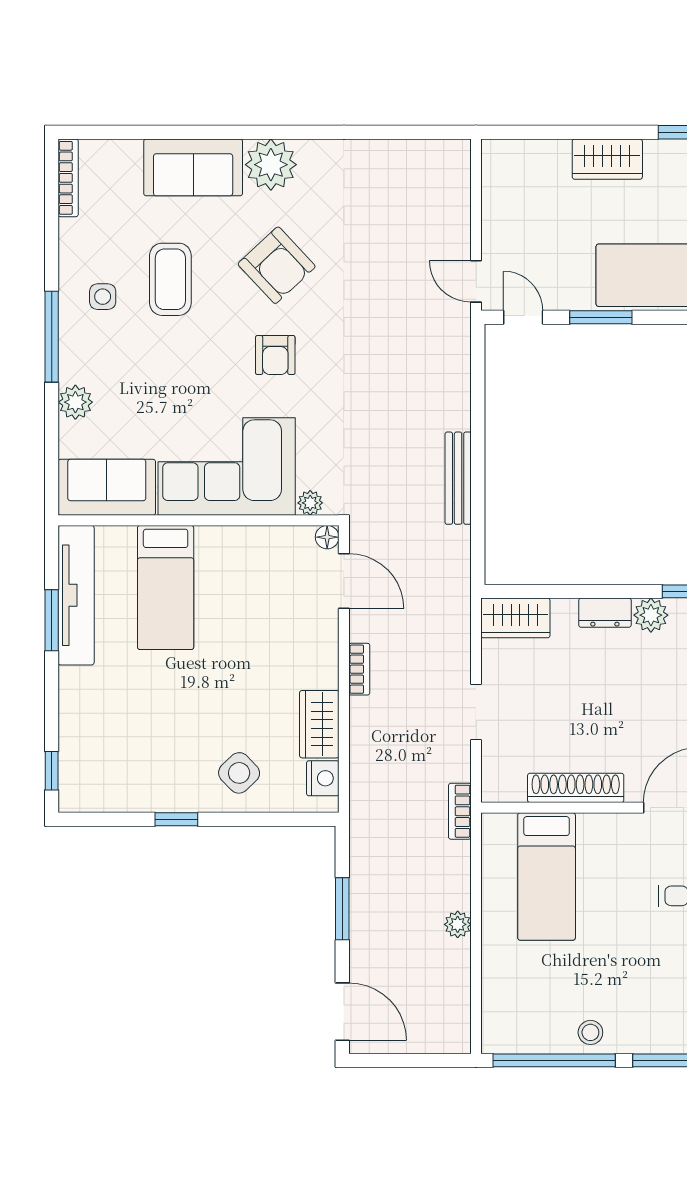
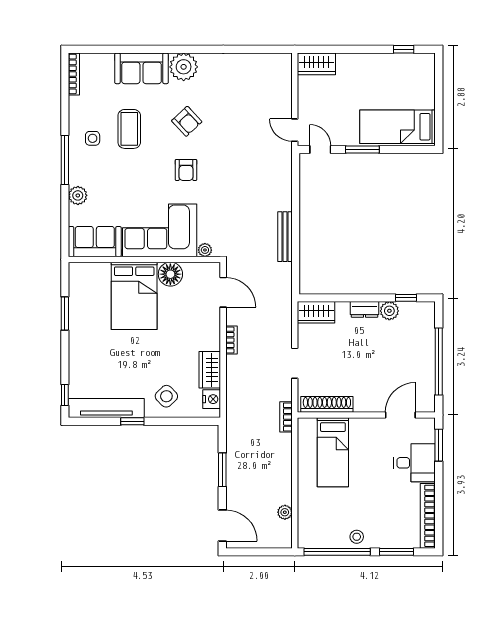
wardrobe: (607, 159) -> (316, 64), moved
armchair: (277, 265) -> (187, 121), width x0.72, depth x0.72
floor lamp: (327, 537) -> (170, 274), moved, width x1.89, depth x1.89
bed: (166, 588) -> (134, 296), width x1.50
tv unit: (76, 595) -> (106, 408), moved, turned -90
shoe rack: (576, 788) -> (327, 404), moved
plant: (458, 924) -> (285, 512), moved

